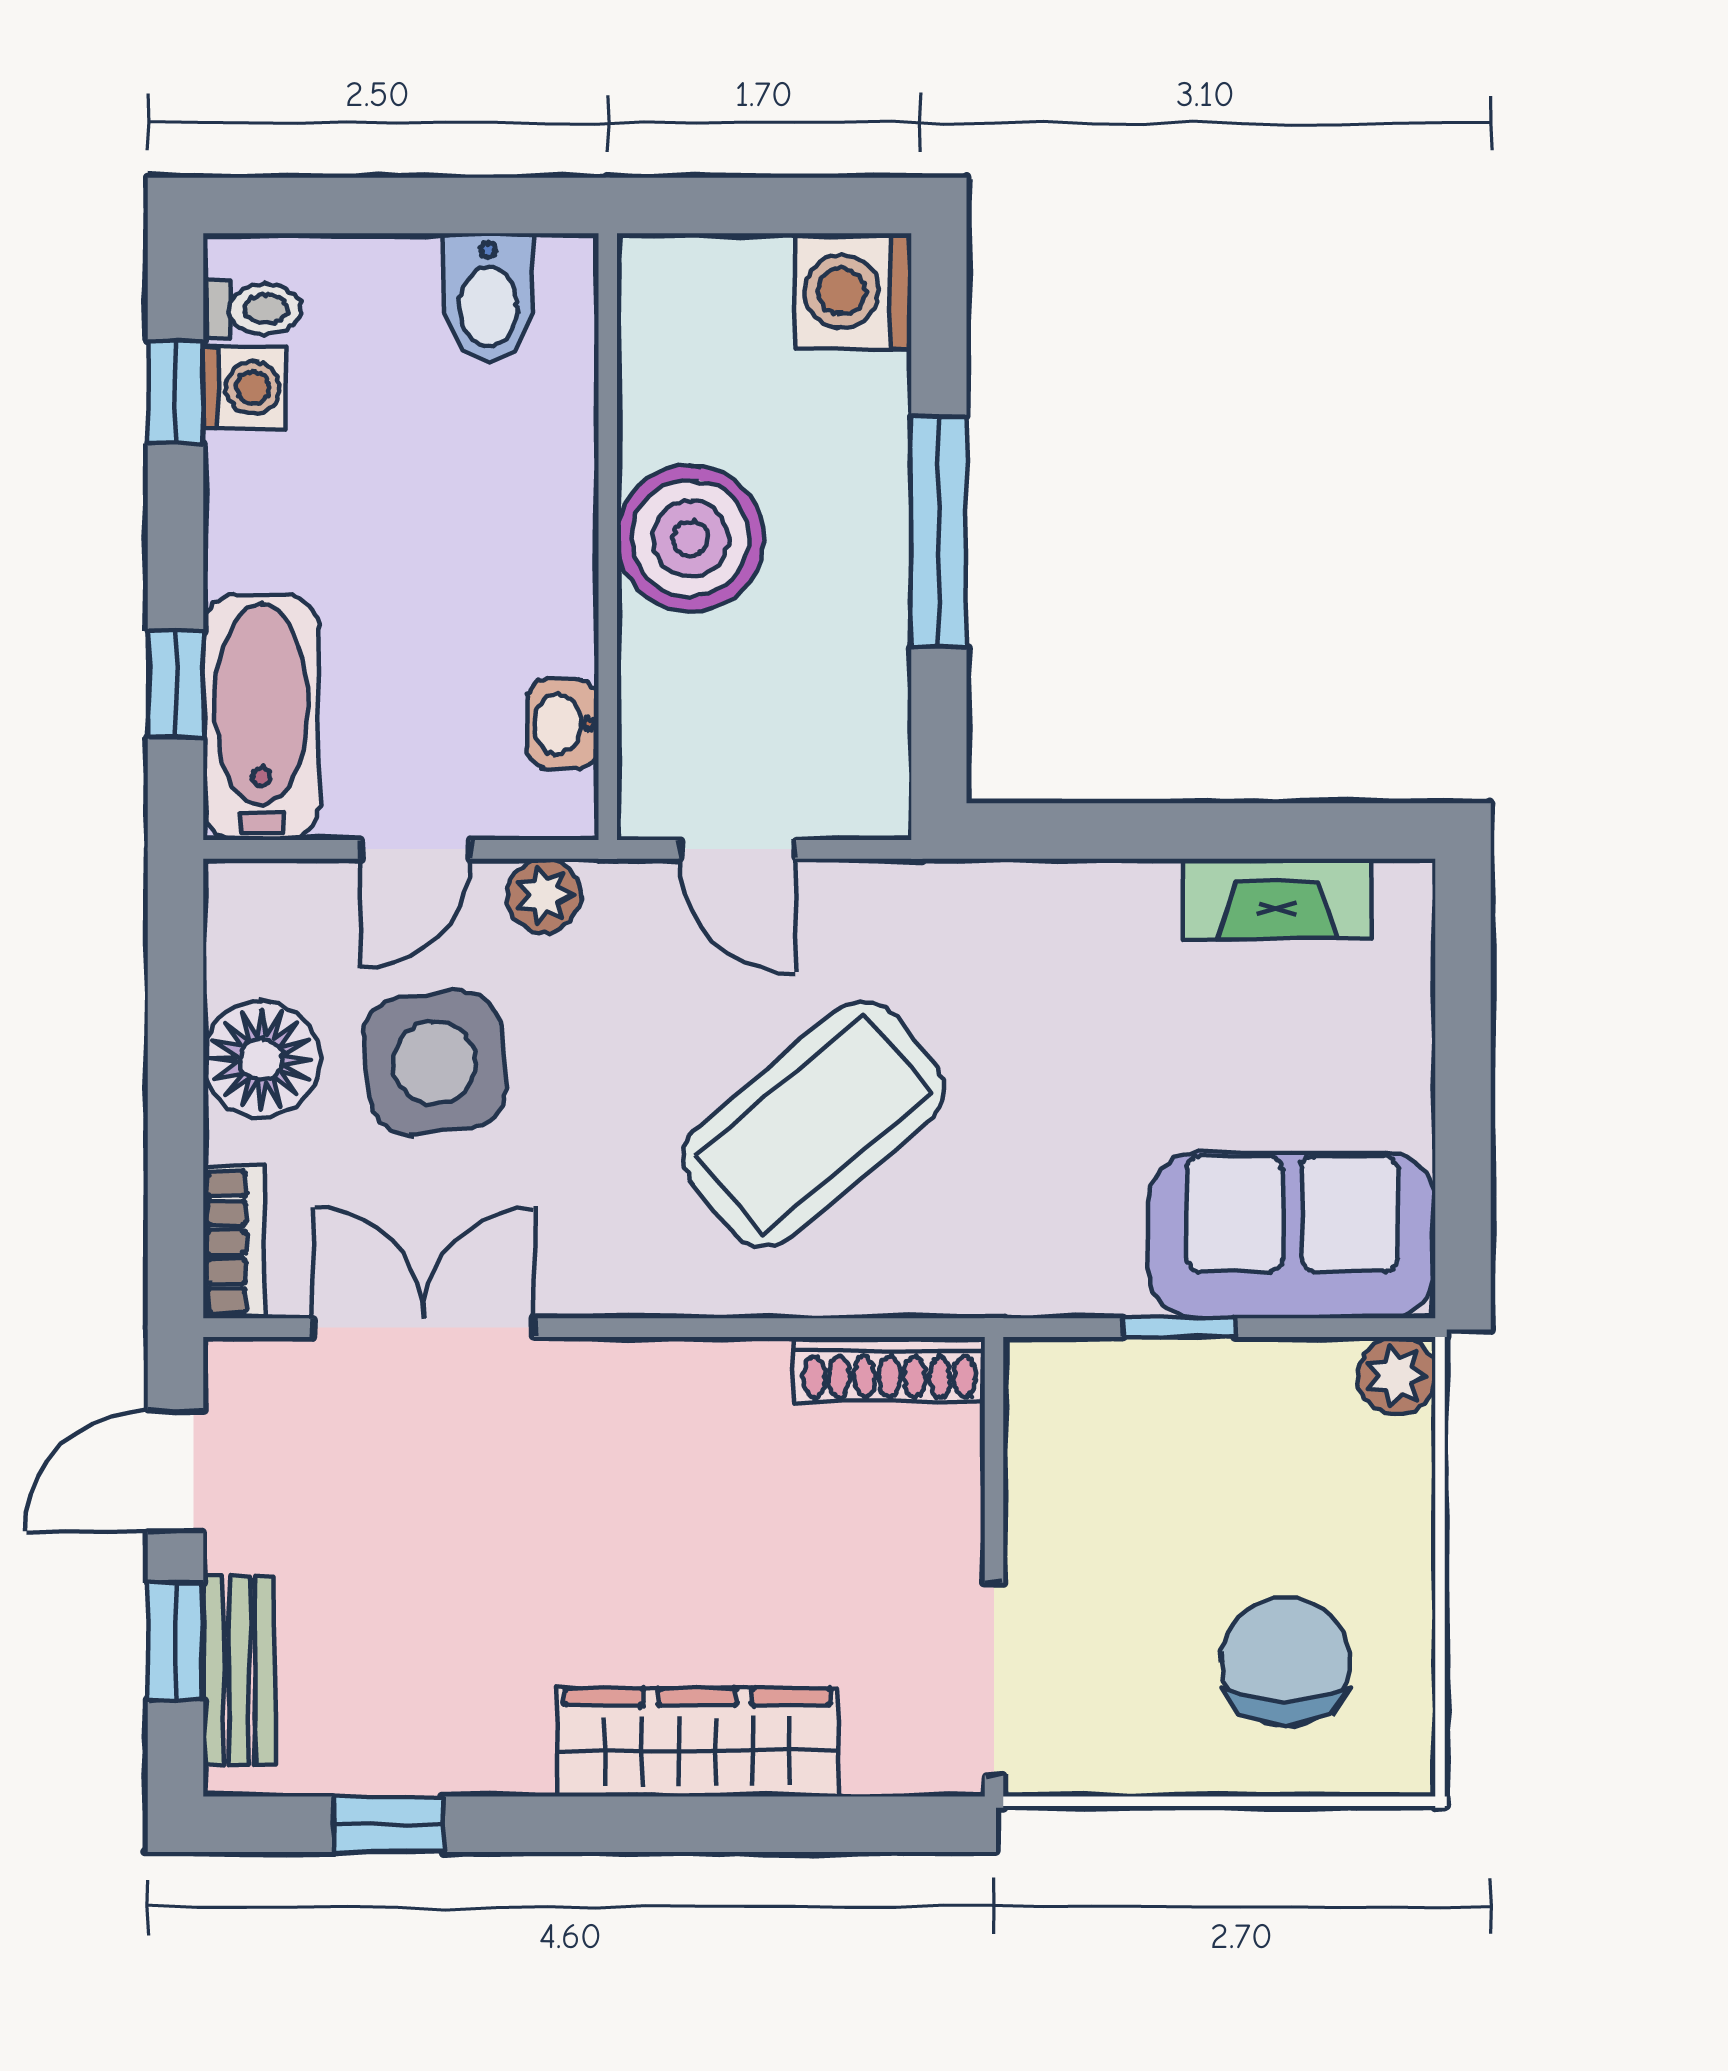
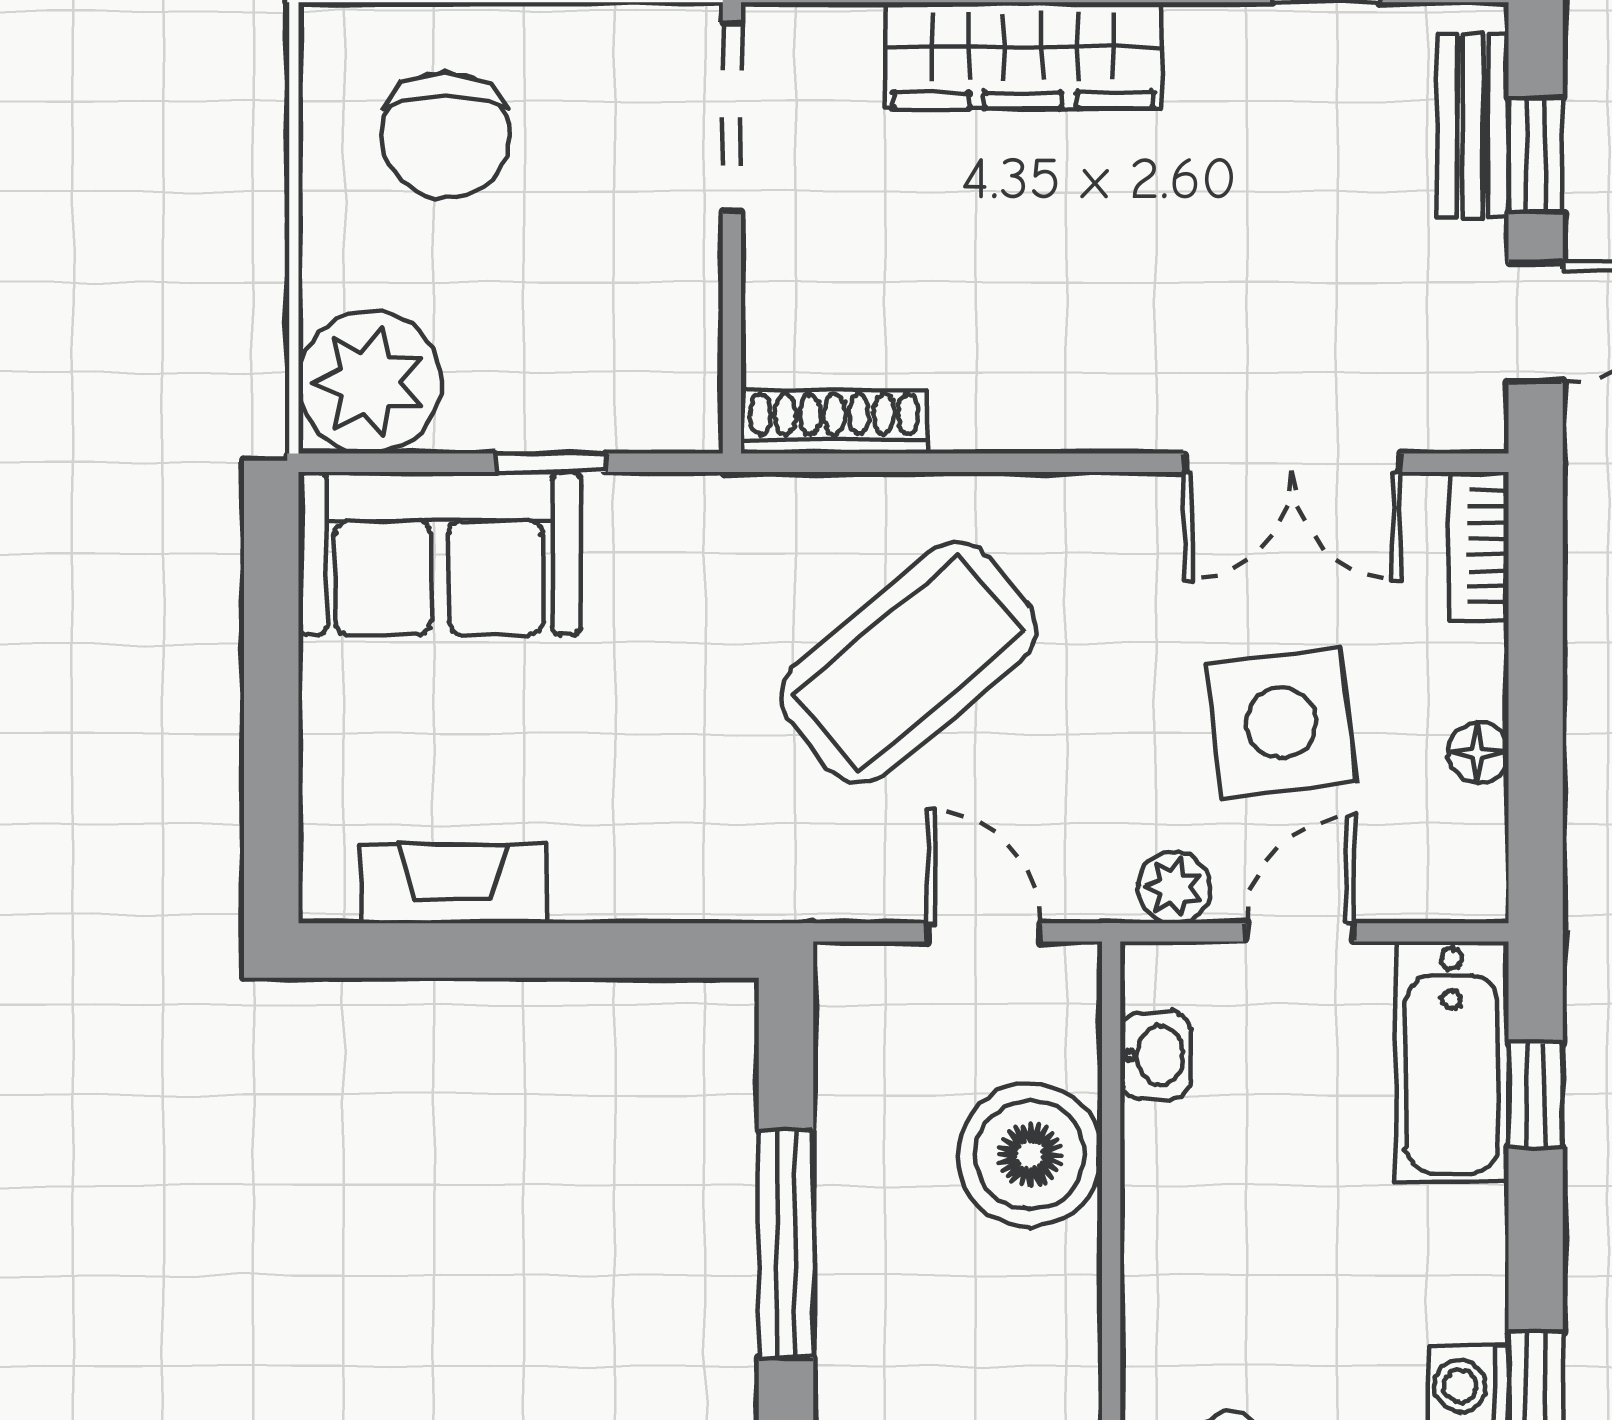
boiler: (690, 539) -> (1030, 1155), moved
floor lamp: (261, 1059) -> (1478, 753), width x0.53, depth x0.53
plant: (1397, 1376) -> (370, 382), width x1.88, depth x1.88

